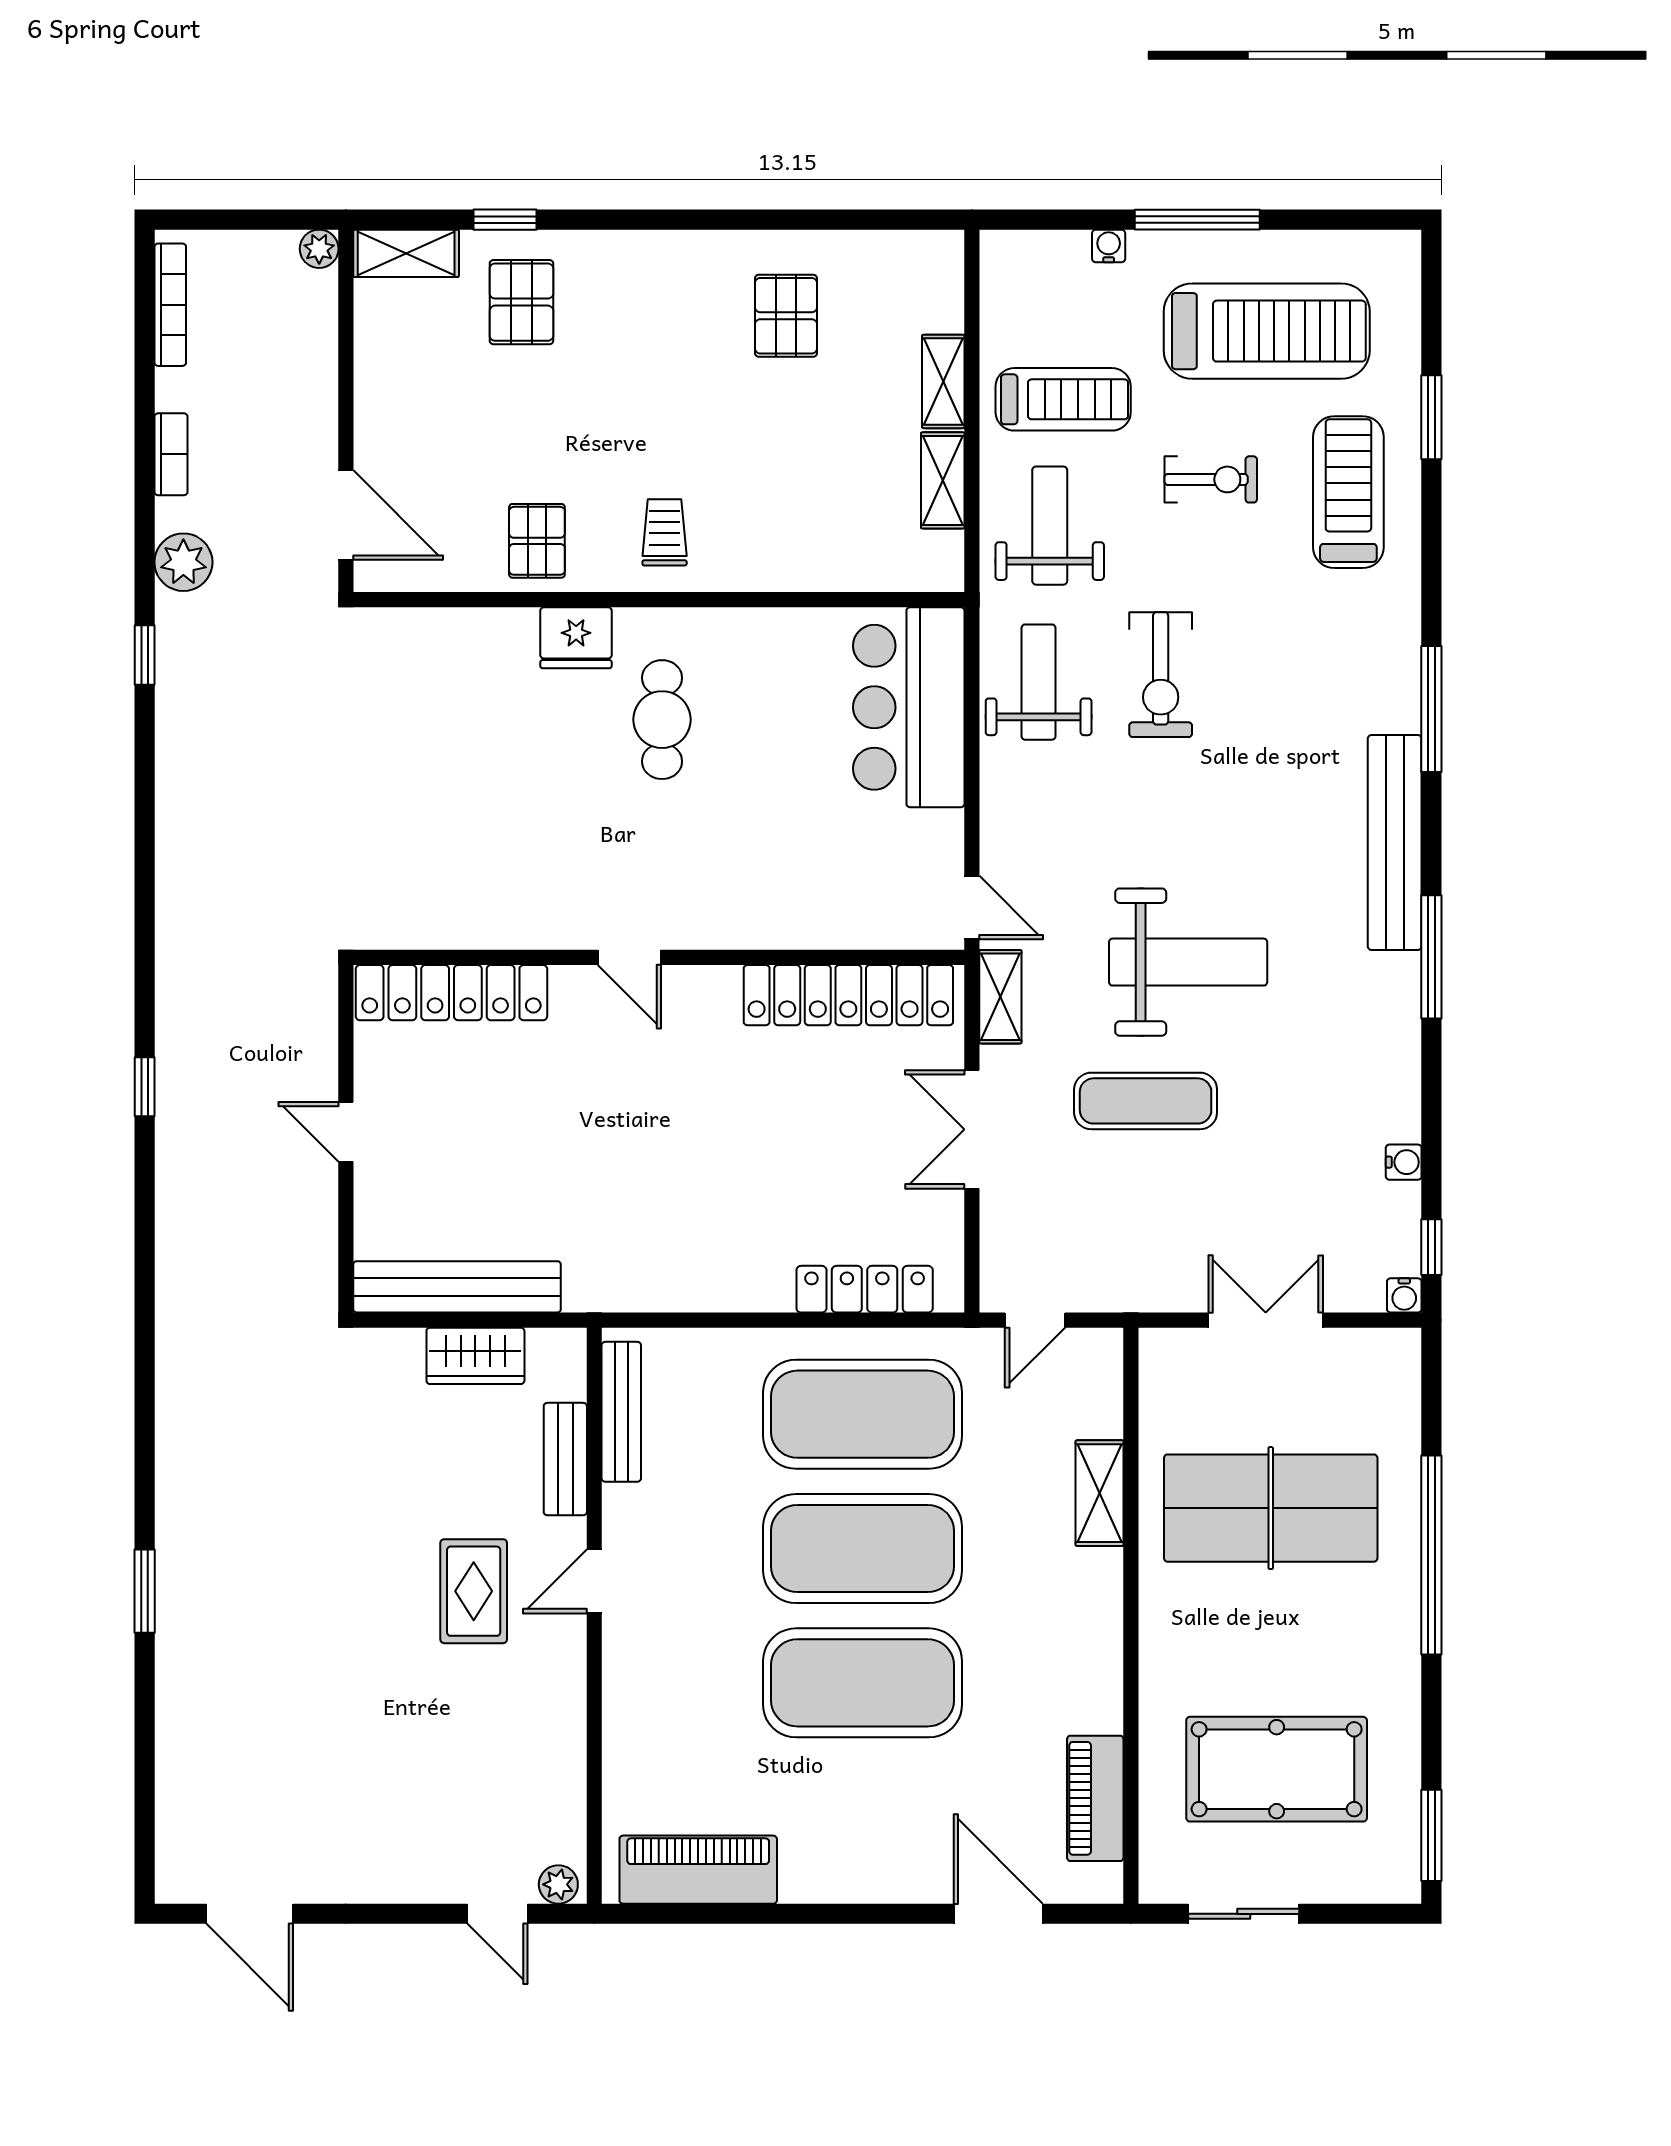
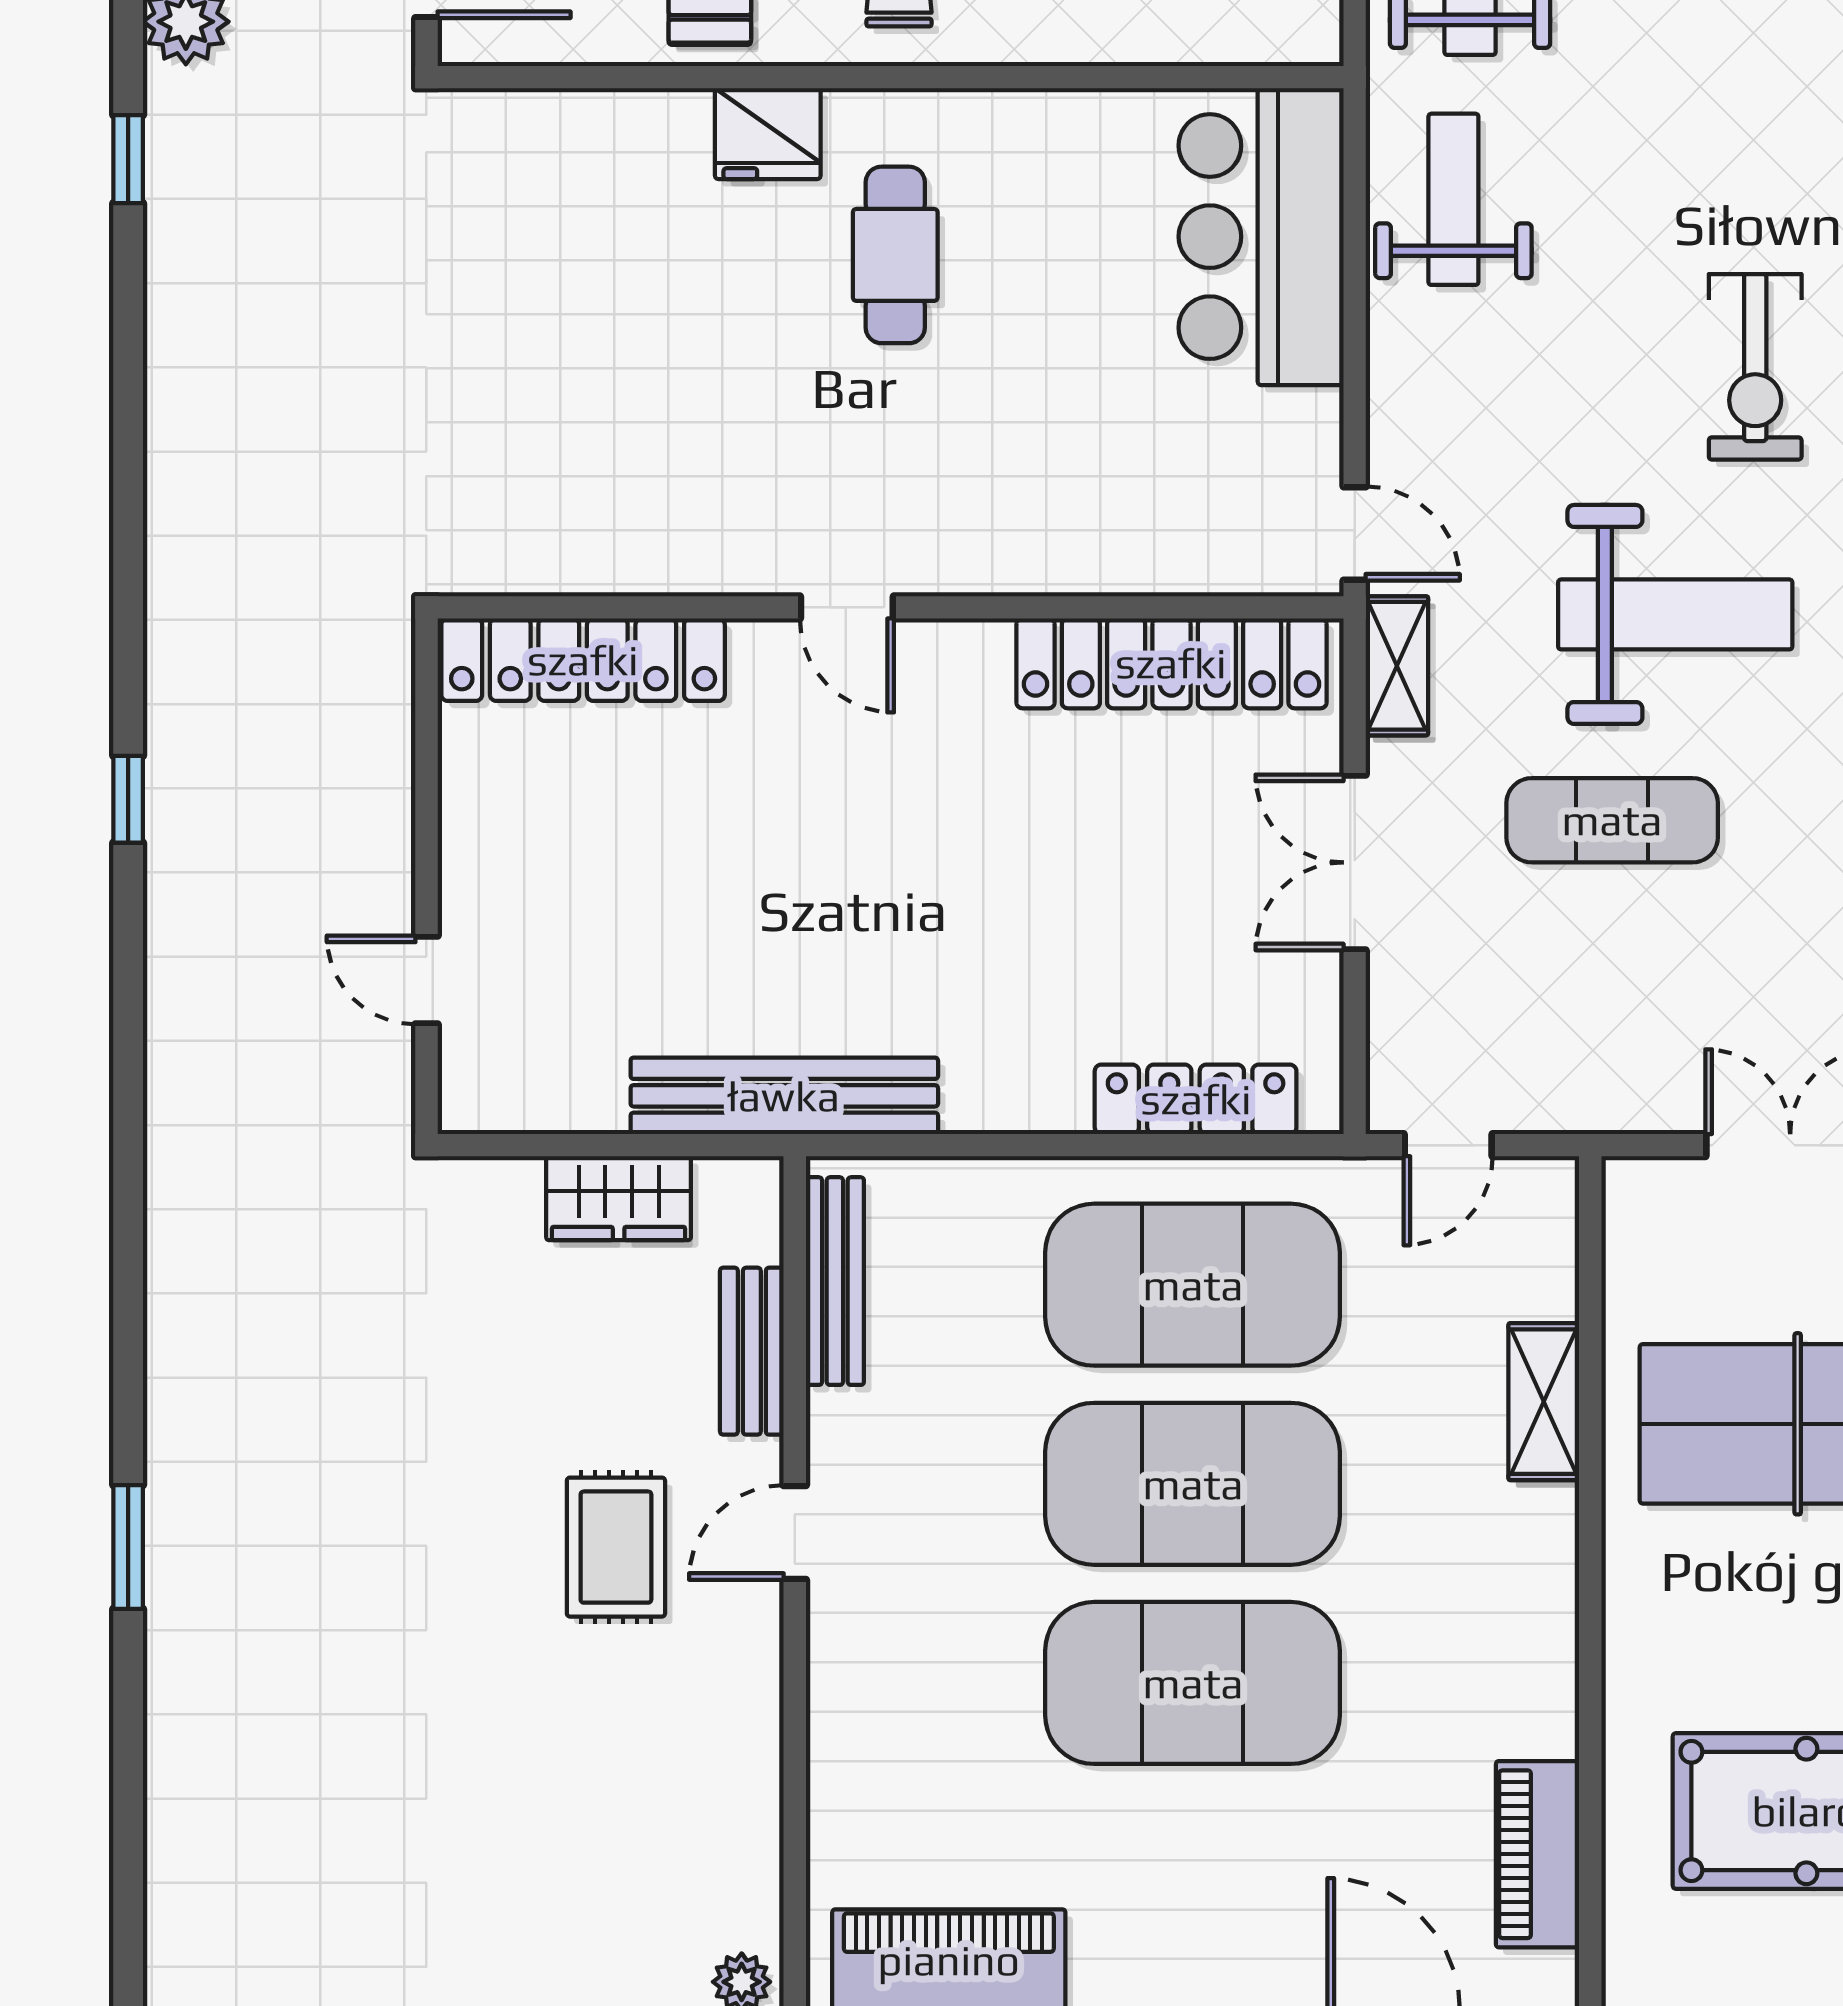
exercise bike: (1161, 675) -> (1755, 367), moved
door: (346, 1132) -> (426, 980), moved
bench: (457, 1287) -> (784, 1096), moved

